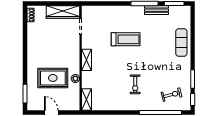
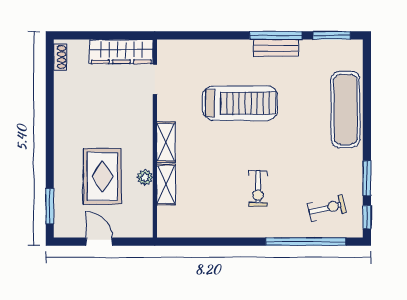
bench: (156, 10) -> (276, 48), moved
treadmill: (126, 39) -> (240, 103), width x1.37, depth x1.38
exercise mat: (181, 43) -> (346, 109), width x1.36, depth x1.45
rug: (53, 78) -> (102, 176), turned 90
shelving: (87, 99) -> (166, 184), moved

